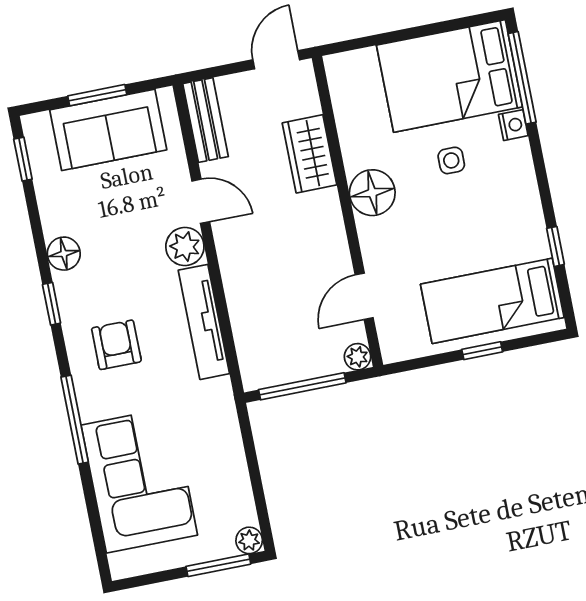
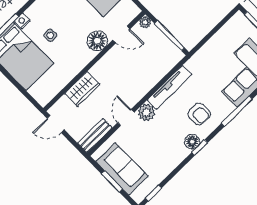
floor lamp: (372, 193) -> (97, 41), moved
floor lamp: (64, 254) -> (192, 142), moved
armchair: (116, 345) -> (199, 114), turned -90
plant: (249, 540) -> (239, 18), removed

